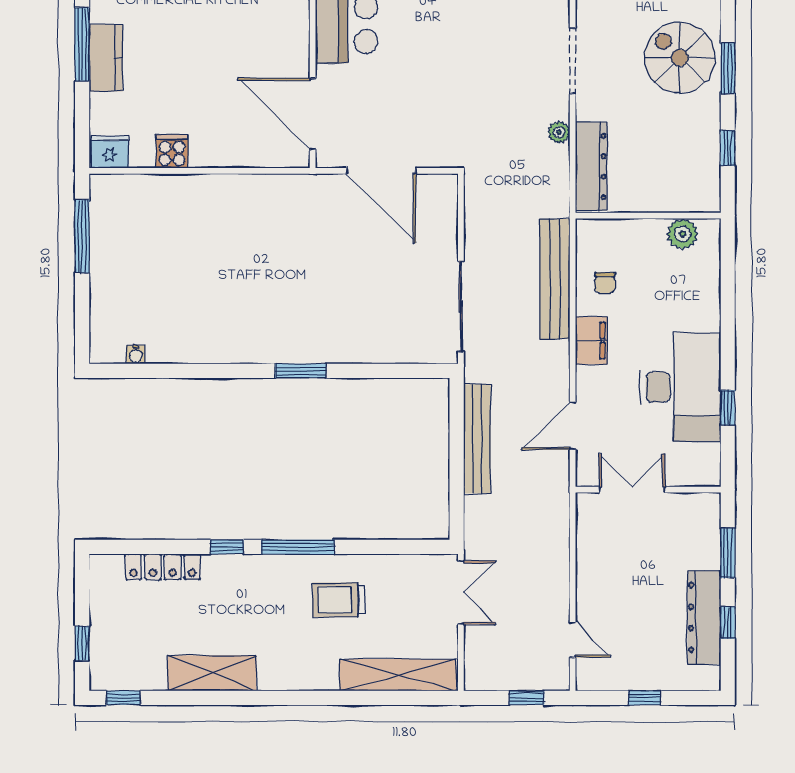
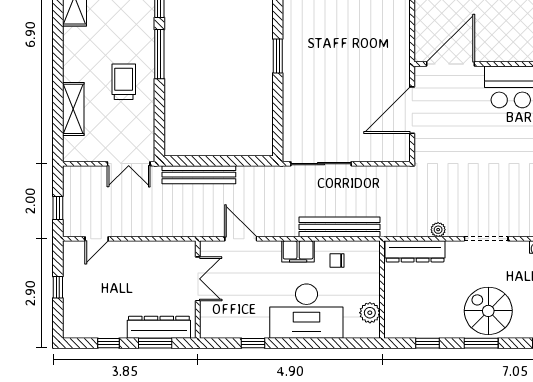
spiral stairs: (680, 58) -> (488, 311), turned -90
desk: (680, 387) -> (306, 311), moved
bench: (477, 439) -> (199, 175), moved
dresser: (704, 617) -> (159, 327), moved
shelving: (398, 675) -> (73, 109), width x0.68

